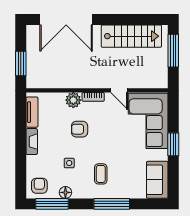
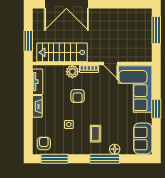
stairs: (131, 36) -> (62, 52), moved, turned 180
armchair: (80, 129) -> (78, 96), turned -90
floor lamp: (65, 192) -> (115, 149), moved

